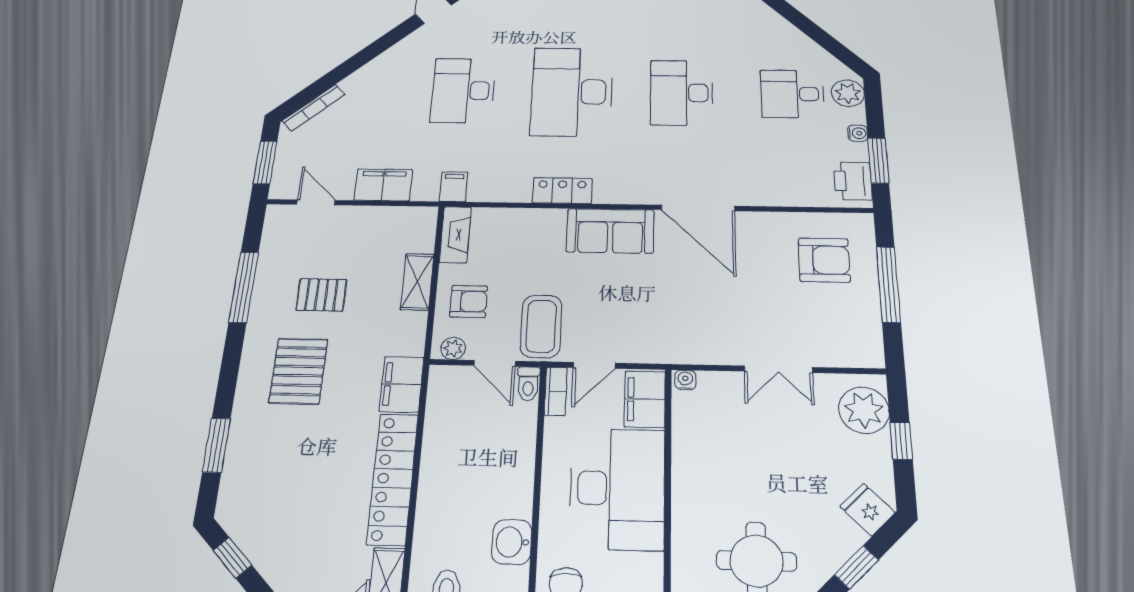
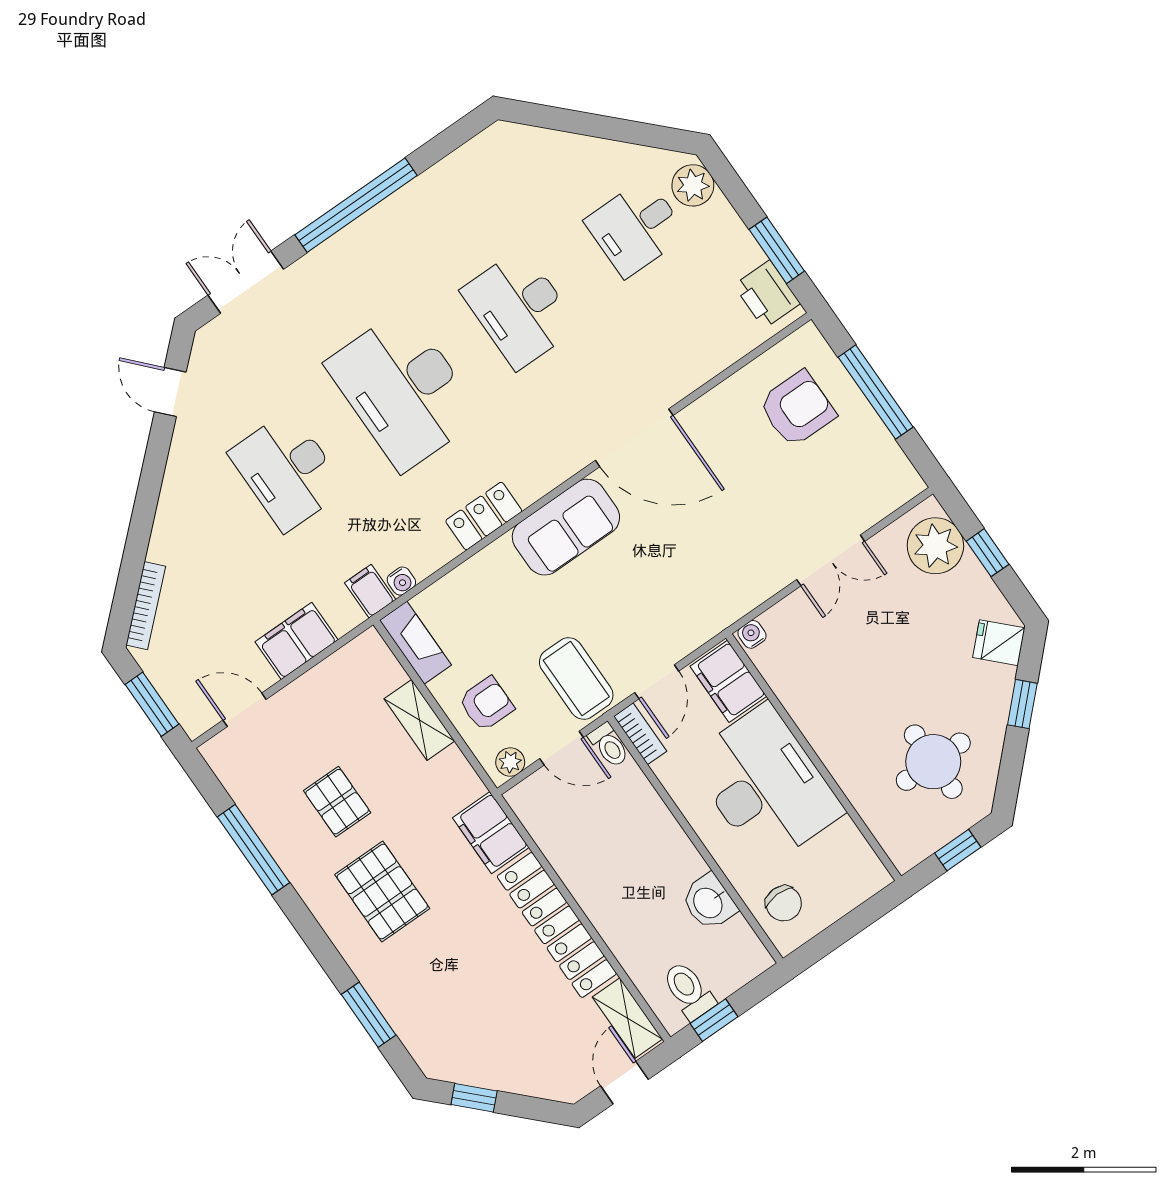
water cooler: (858, 133) -> (401, 581), moved, turned 90
pallet: (321, 295) -> (337, 802), turned 90

